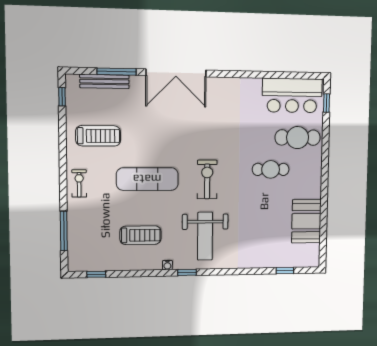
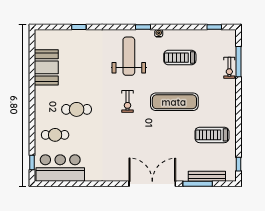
cafe table: (298, 138) -> (55, 135), width x0.73, depth x0.74
exercise bike: (207, 179) -> (128, 101), width x0.73, depth x0.72
exercise bike: (79, 183) -> (229, 68), moved
window: (285, 271) -> (79, 27), moved

